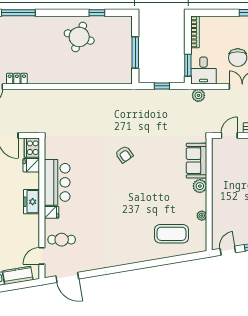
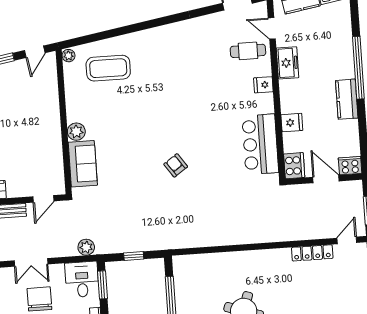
locker: (17, 79) -> (312, 253), width x1.53
fridge: (31, 165) -> (292, 123), moved
bar counter: (57, 182) -> (260, 144), moved
freezer: (31, 202) -> (287, 63), moved
plant: (202, 216) -> (68, 56), moved
door: (42, 256) -> (272, 28), swing flipped

